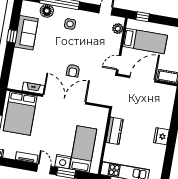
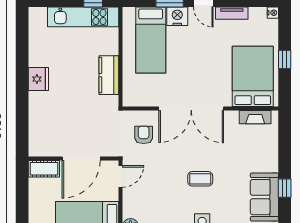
coffee table: (66, 52) -> (200, 179), added
armchair: (73, 71) -> (144, 135), moved
fireplace: (33, 88) -> (255, 117), moved

